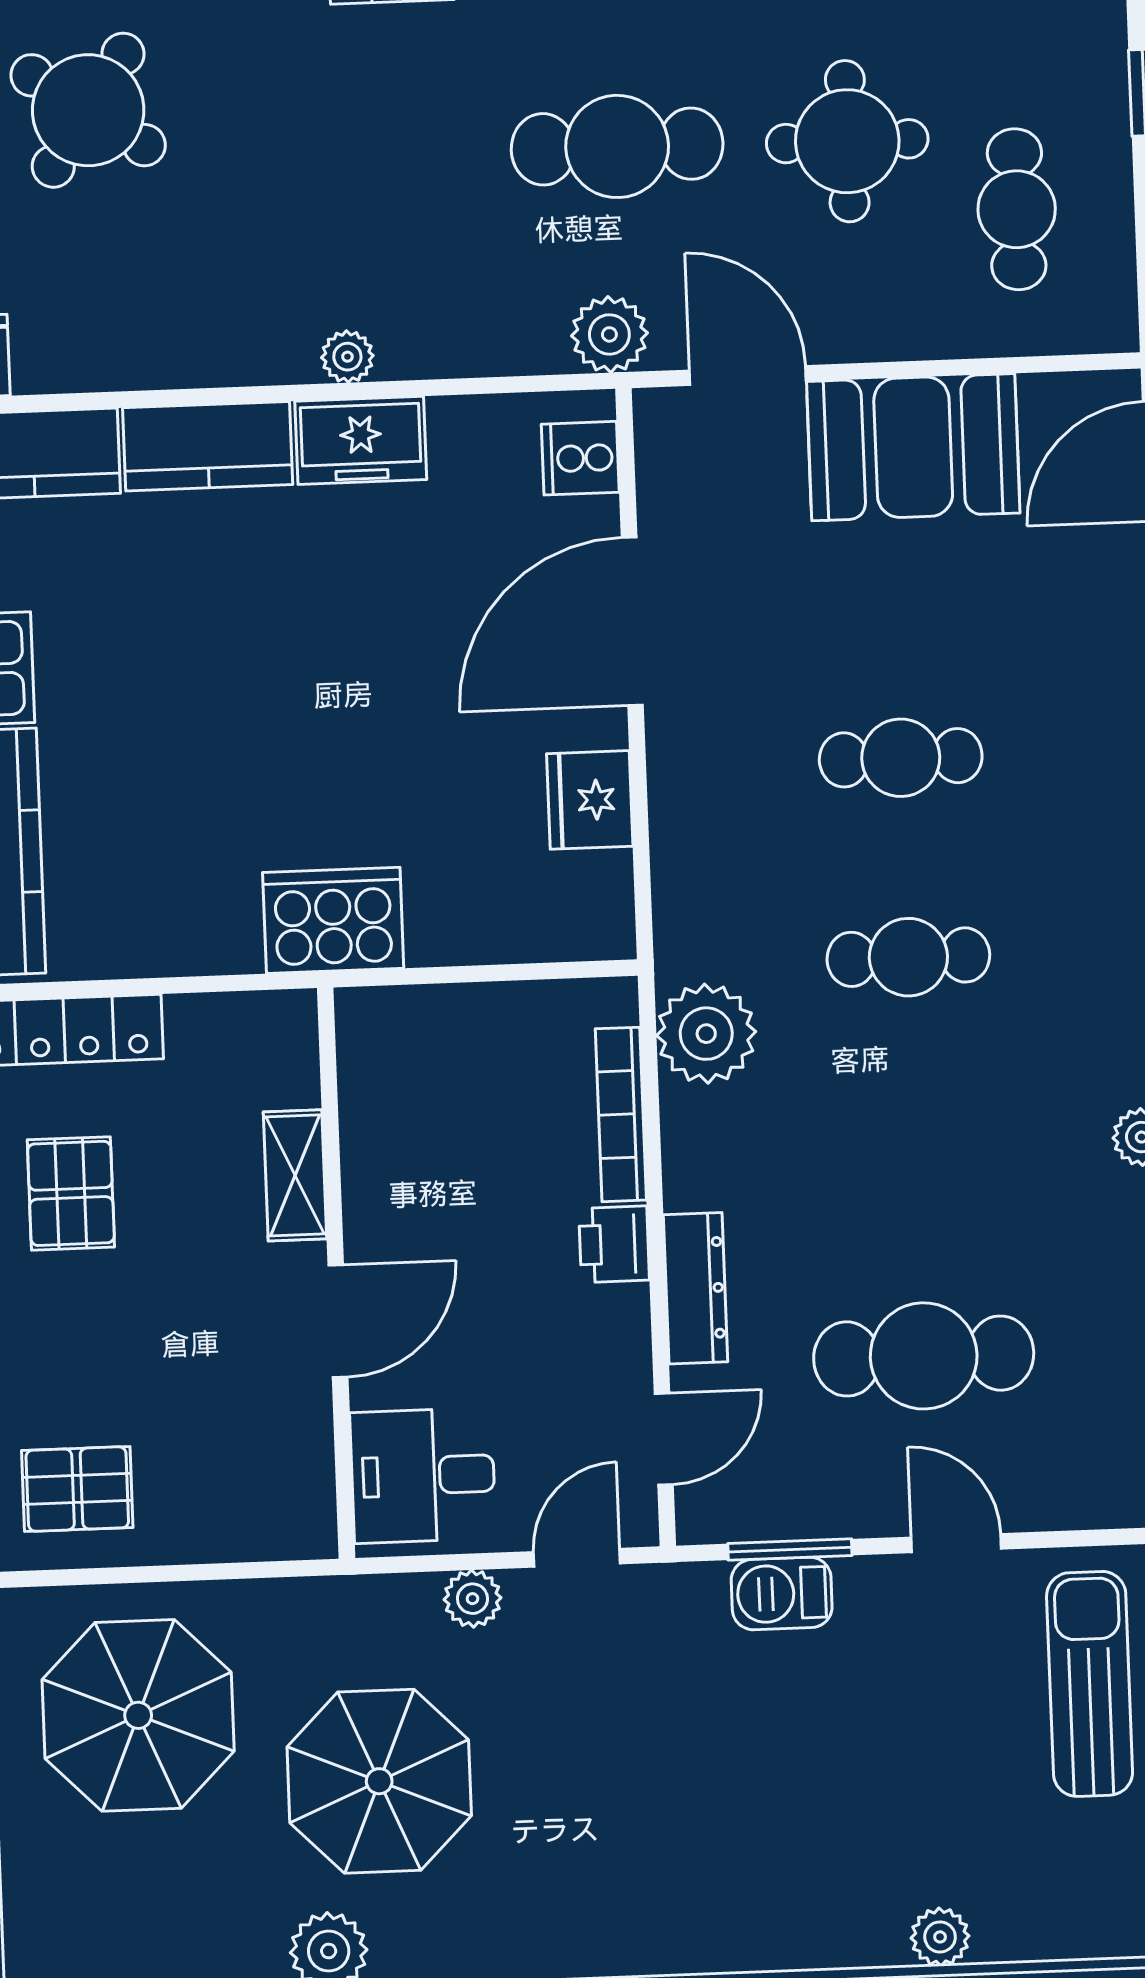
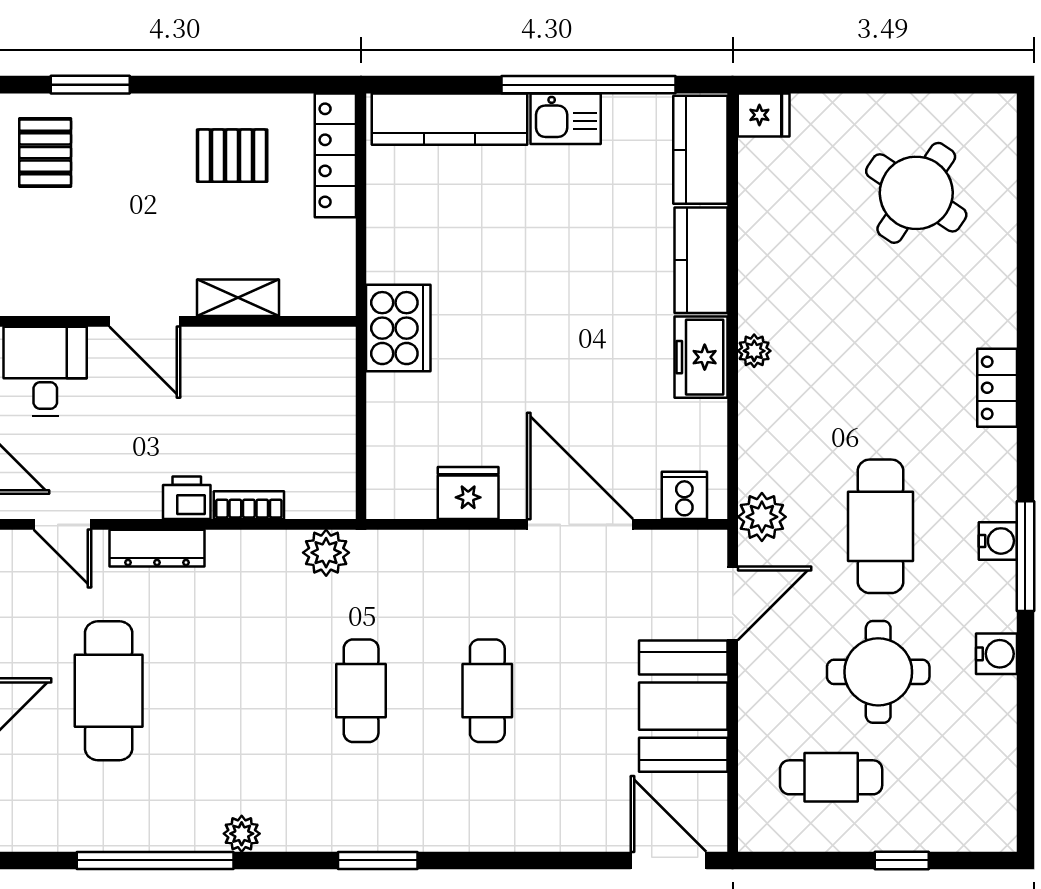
plant: (706, 1034) -> (326, 553), width x0.73, depth x0.73
bookcase: (621, 1114) -> (249, 505), width x0.64

